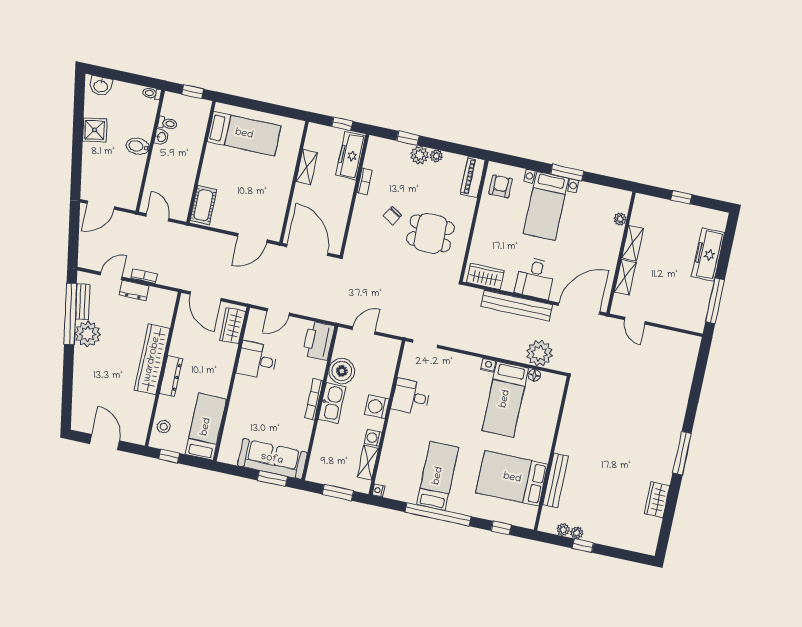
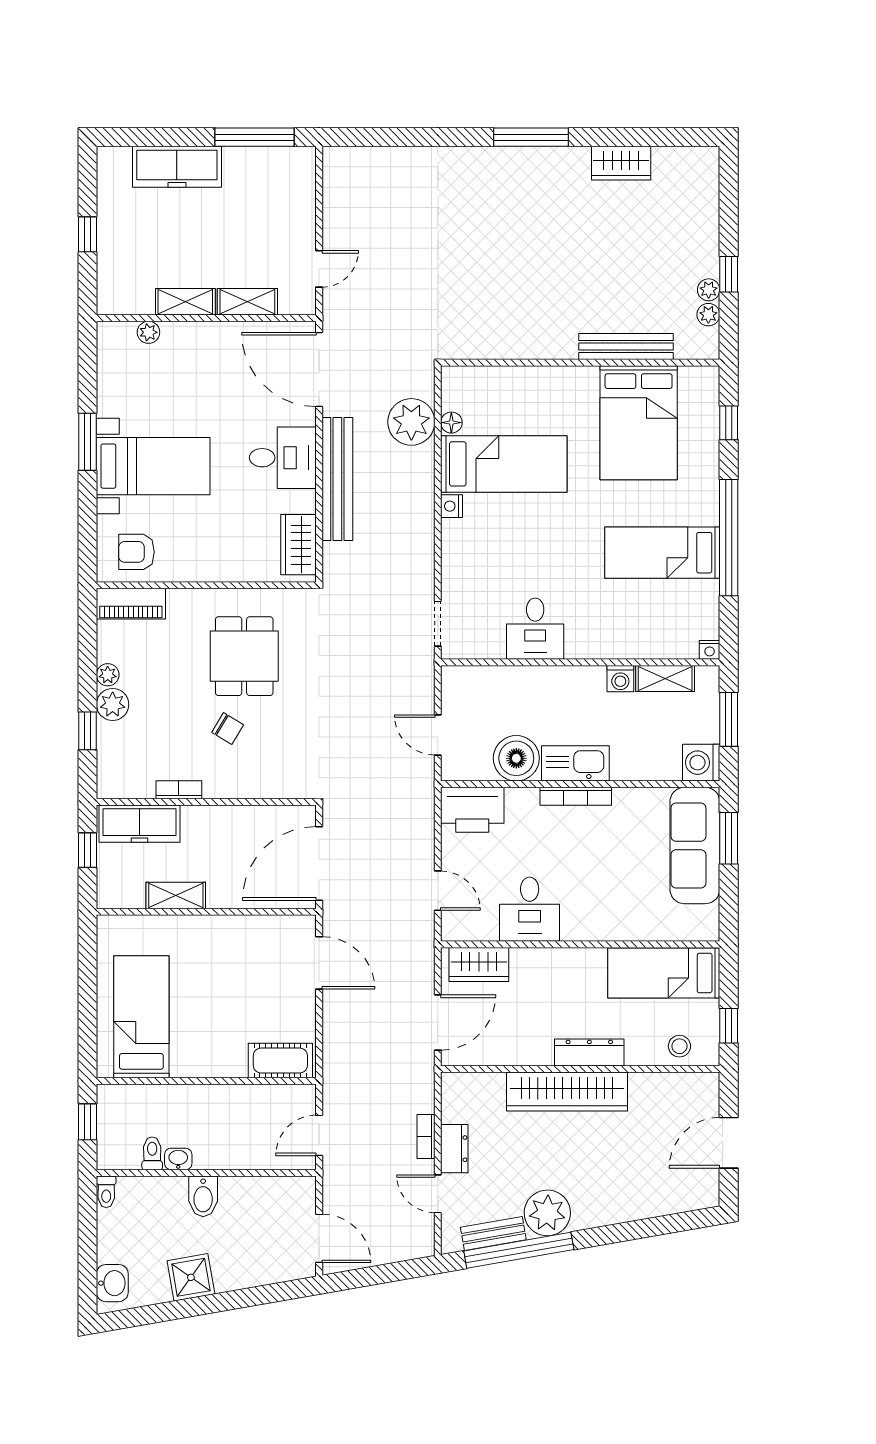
washing machine: (377, 407) -> (701, 763), moved, turned 90

